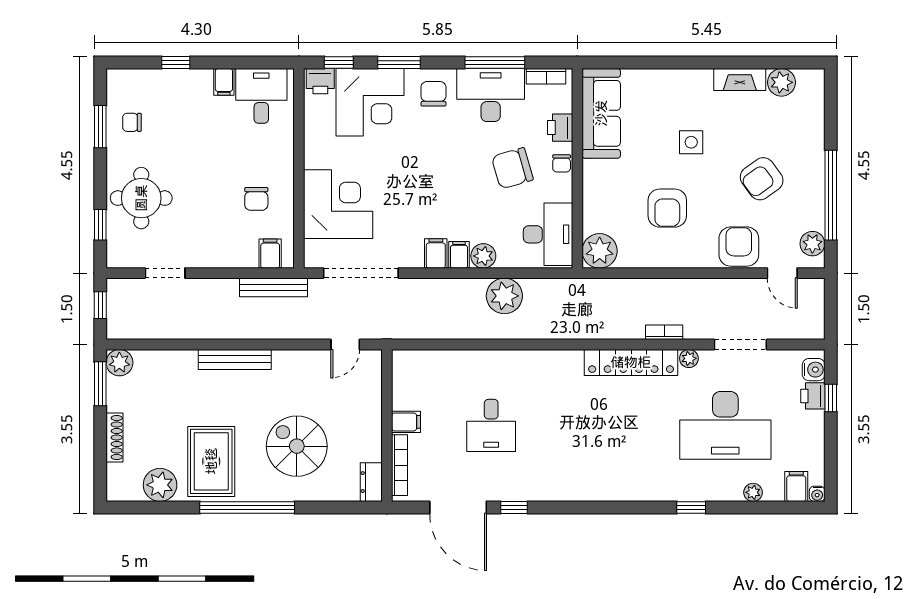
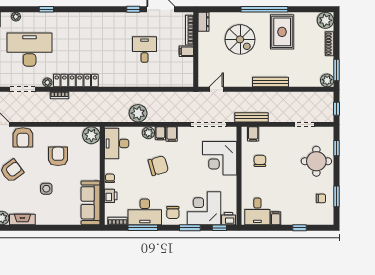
chair: (512, 168) -> (158, 166), moved
plant: (160, 485) -> (325, 20), moved

